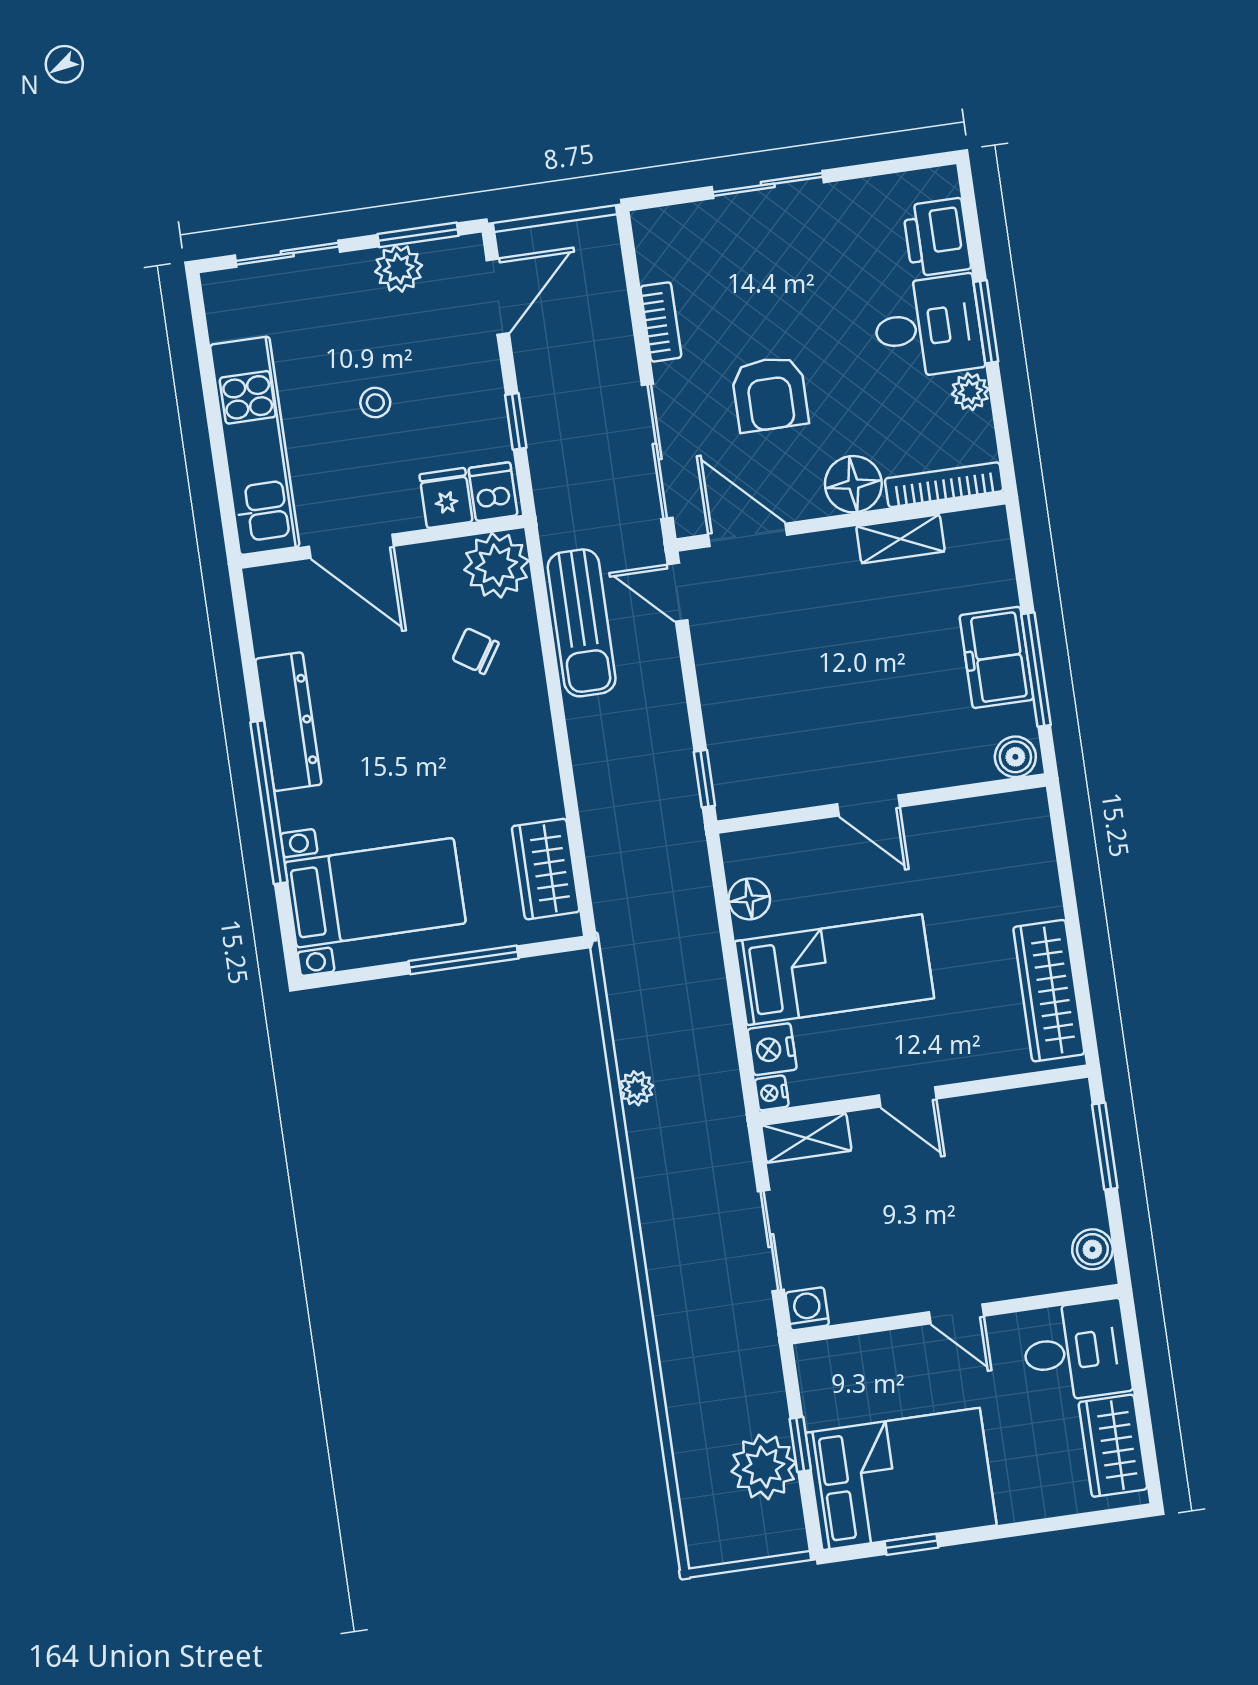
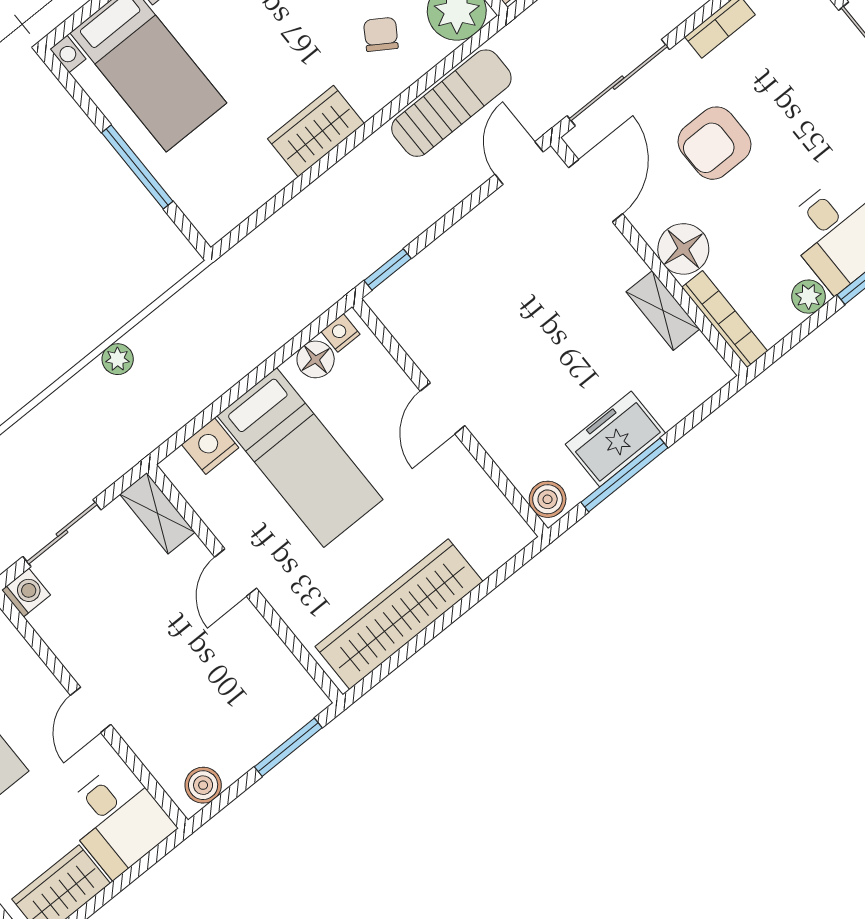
sun lounger: (582, 623) -> (451, 103), turned 180
wardrobe: (546, 869) -> (316, 131), moved
wardrobe: (1049, 991) -> (399, 614), width x1.40, depth x1.17
nightstand: (772, 1093) -> (340, 333), moved

